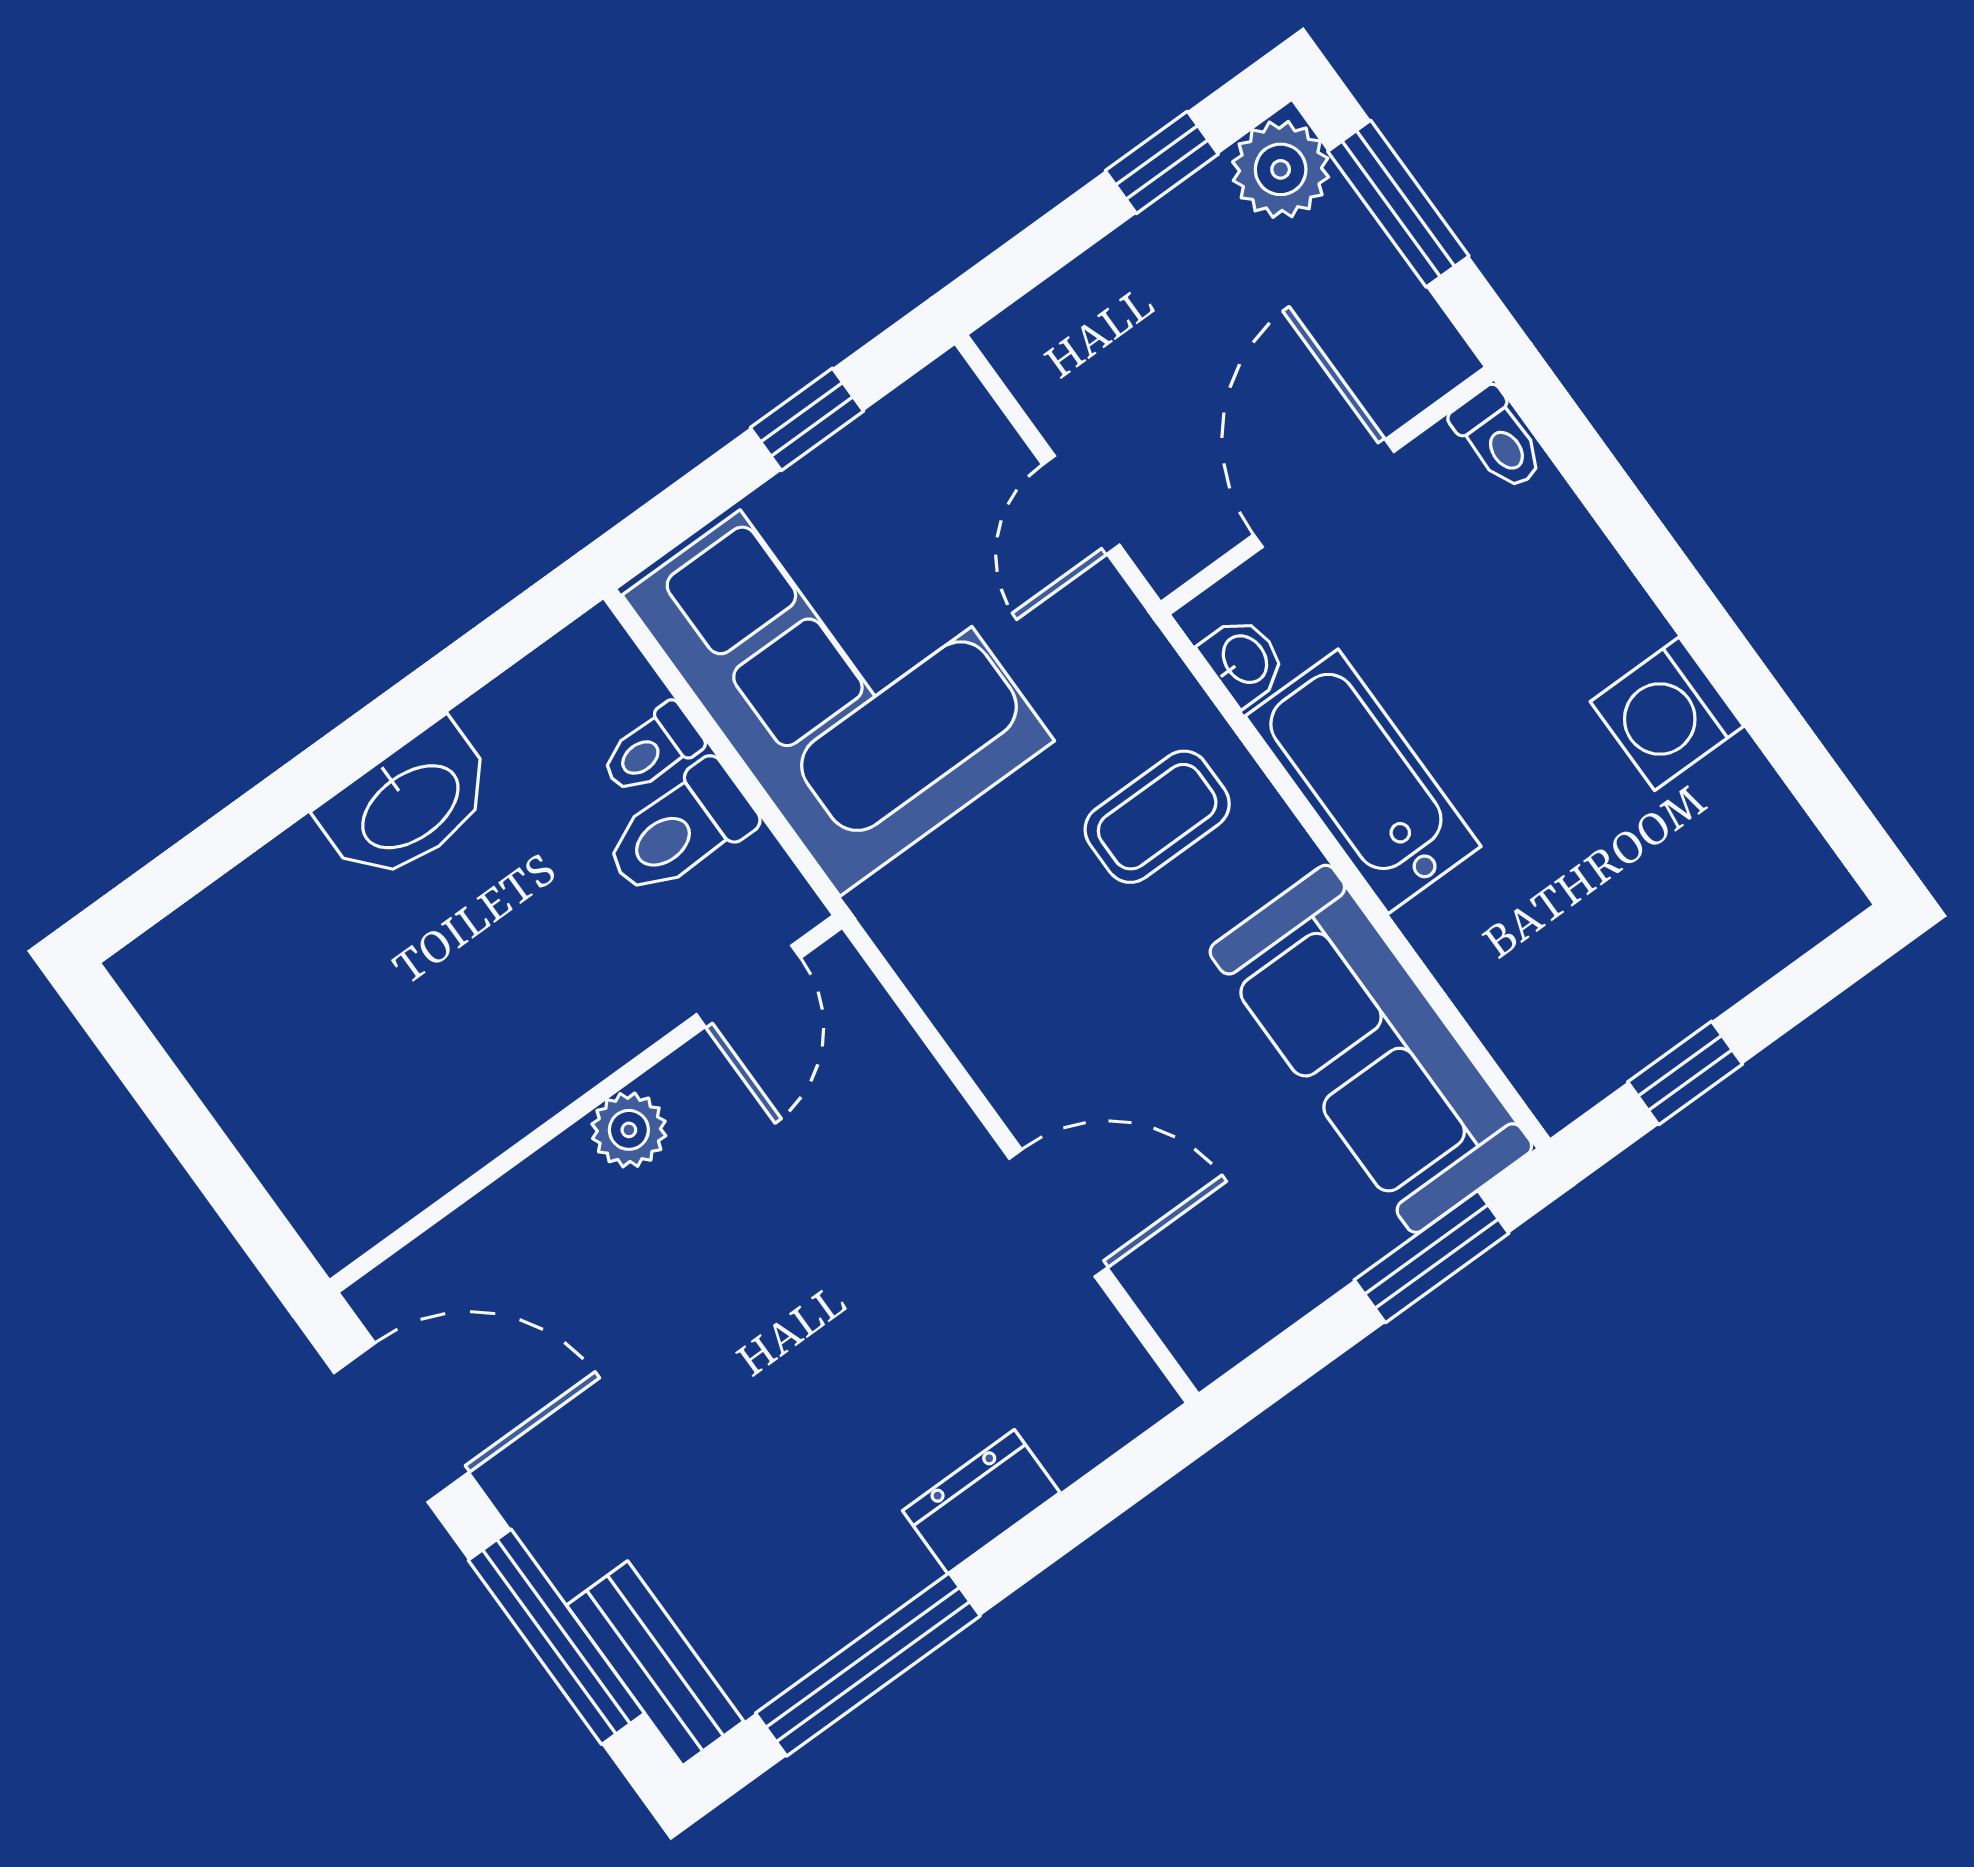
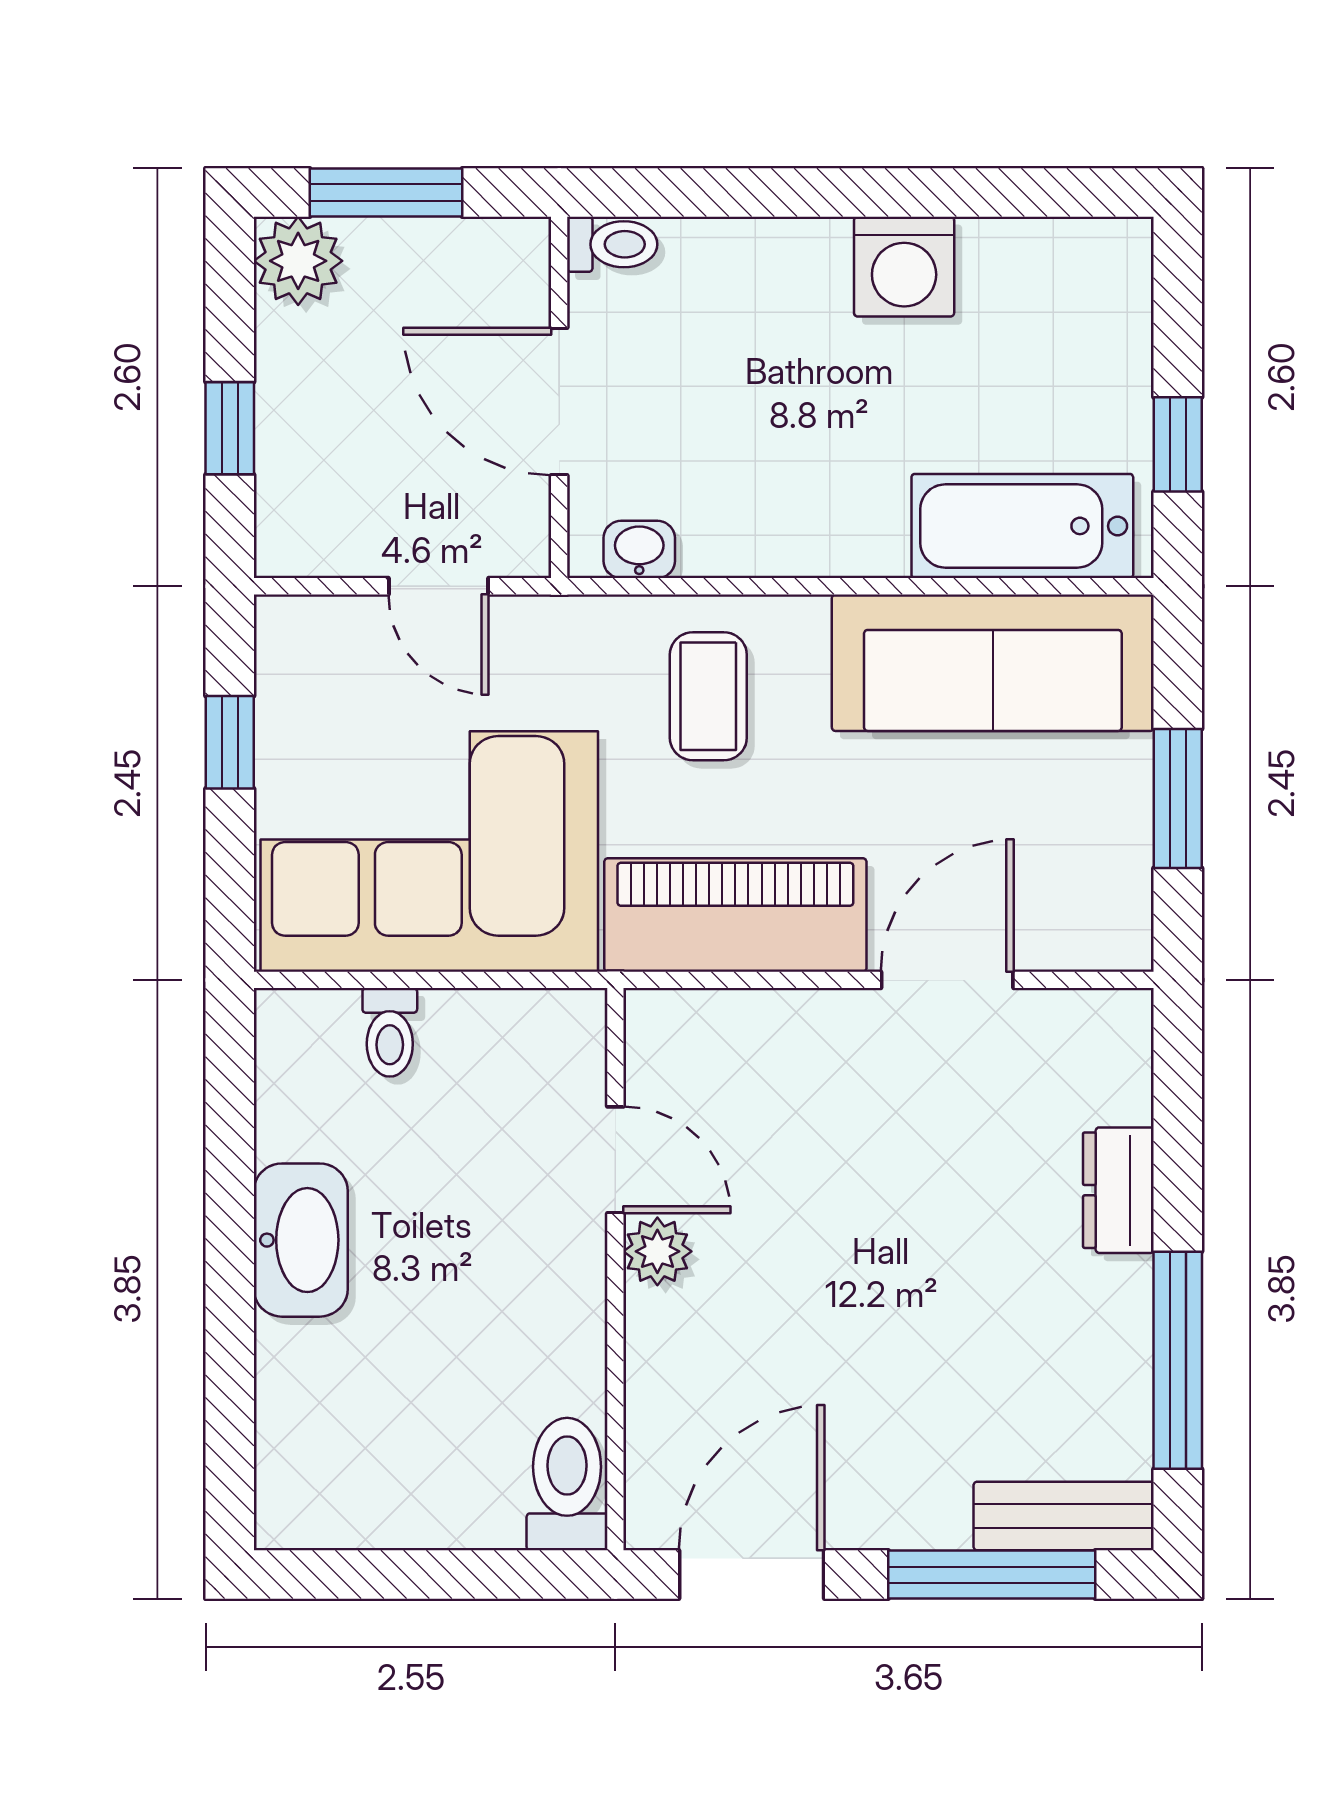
window: (1162, 162) -> (230, 428), moved
bathtub: (1363, 781) -> (1022, 526), moved
toilet: (680, 830) -> (567, 1484), moved, turned 180
piano: (979, 982) -> (735, 915), added
door: (748, 986) -> (615, 1160), moved
window: (1432, 1257) -> (1178, 799), moved

